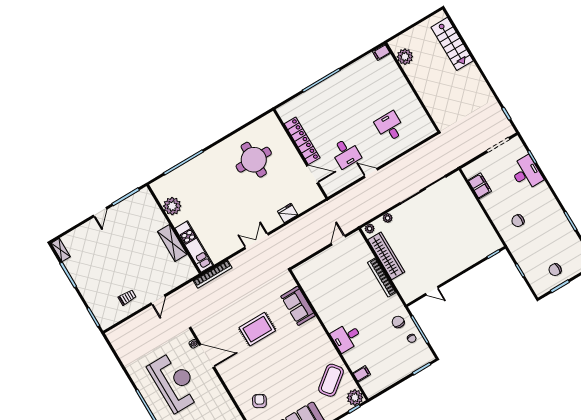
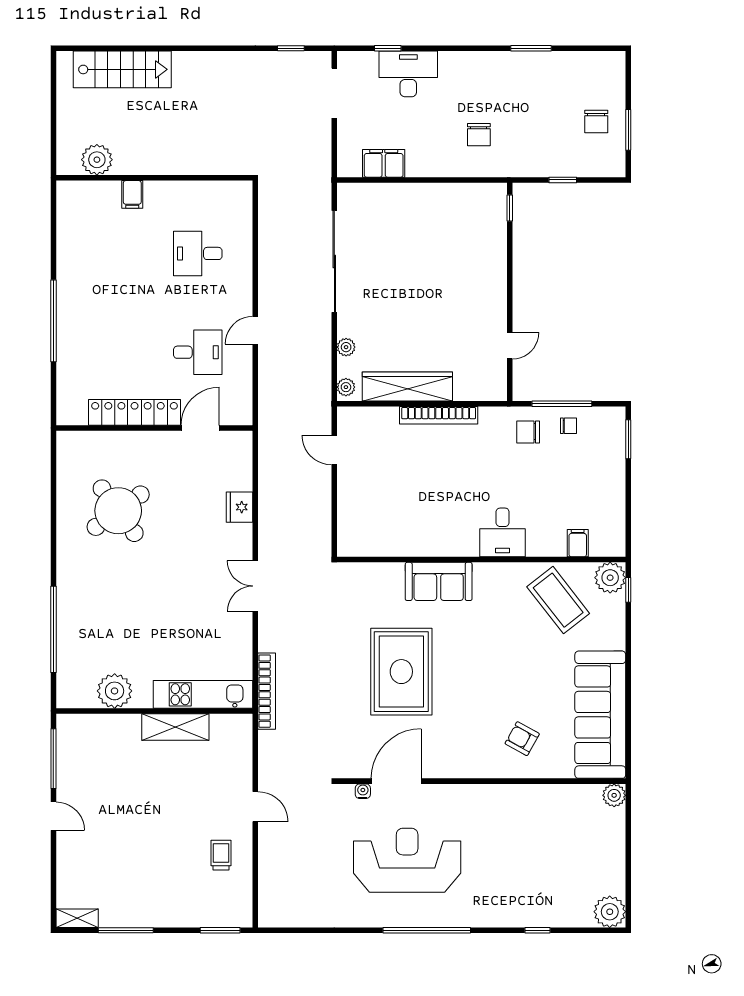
filing cabinet: (381, 52) -> (132, 194), moved
round table: (254, 160) -> (118, 511), turned -36
sofa: (298, 306) -> (439, 581), moved
rug: (257, 329) -> (401, 672), width x1.37, depth x1.44

